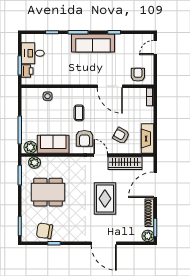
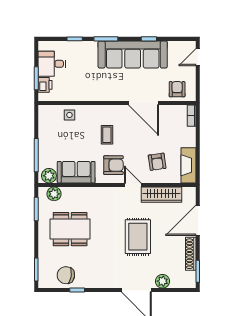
sofa: (93, 43) -> (133, 55), width x1.36, depth x1.27
armchair: (121, 136) -> (157, 162), turned -127
armchair: (84, 138) -> (113, 165), turned -90
plant: (148, 236) -> (162, 281), moved

